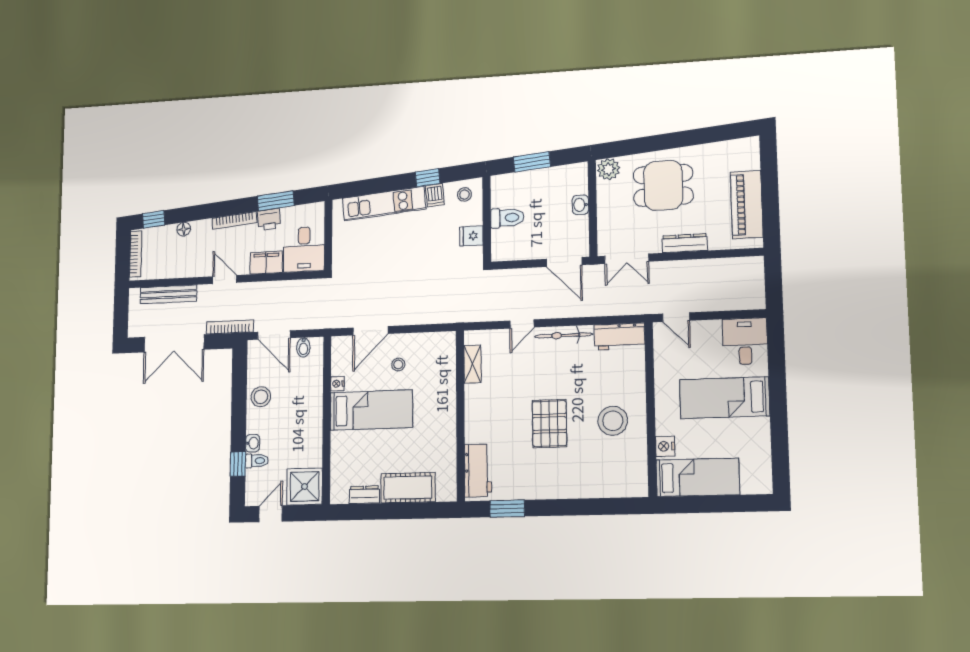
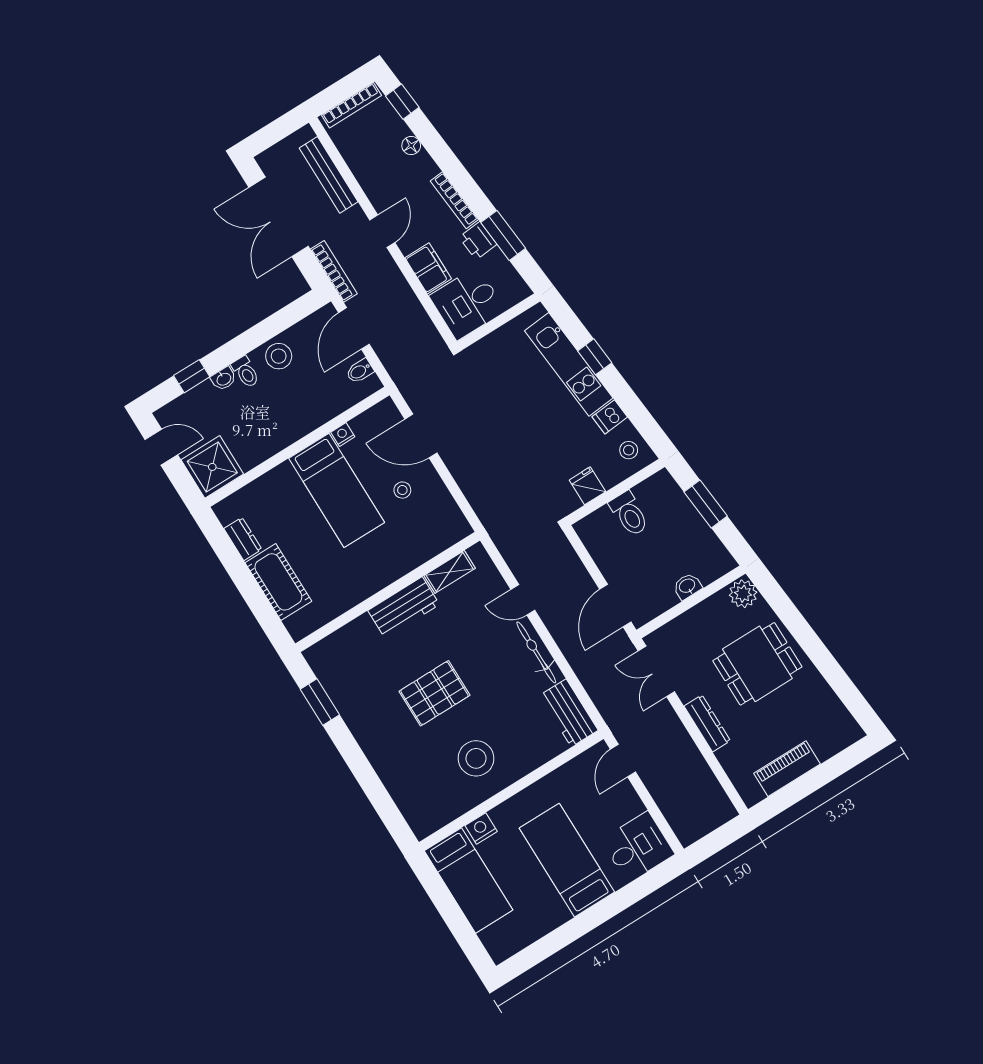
window: (428, 178) -> (595, 357), moved
dining table: (663, 185) -> (757, 664), turned 90
piano: (747, 204) -> (787, 769), width x0.73, depth x0.75
toilet: (257, 461) -> (246, 372), moved
workbench: (478, 470) -> (404, 608), moved

